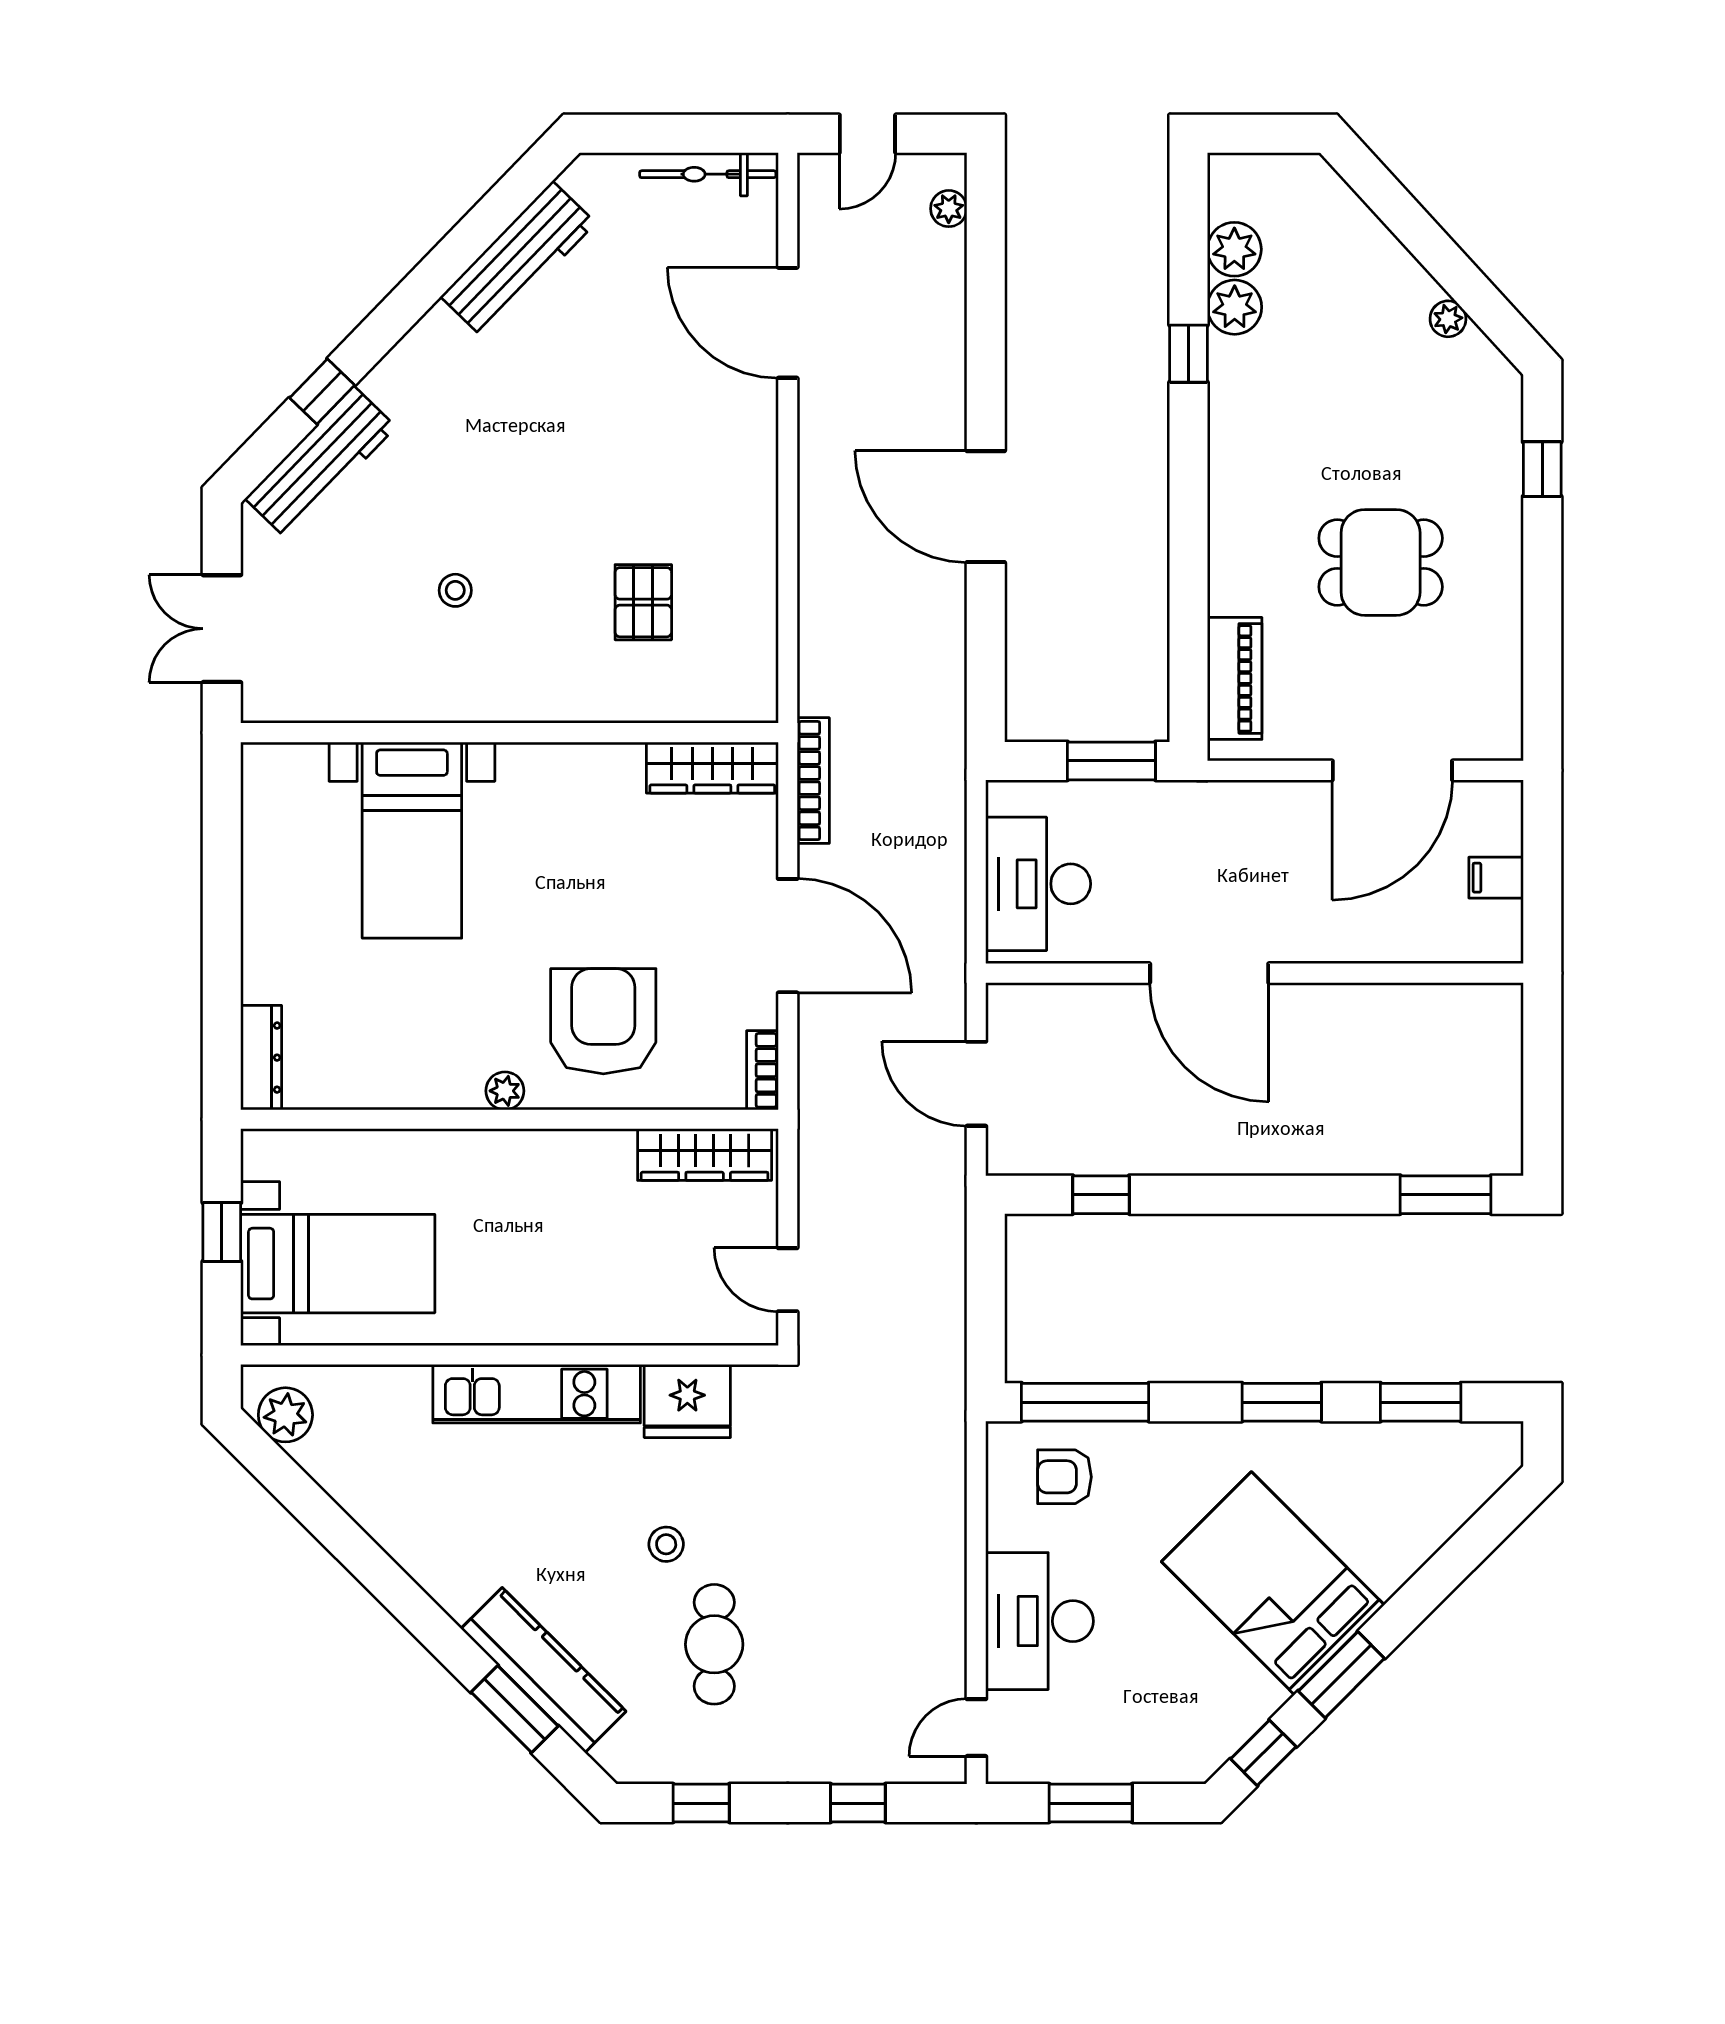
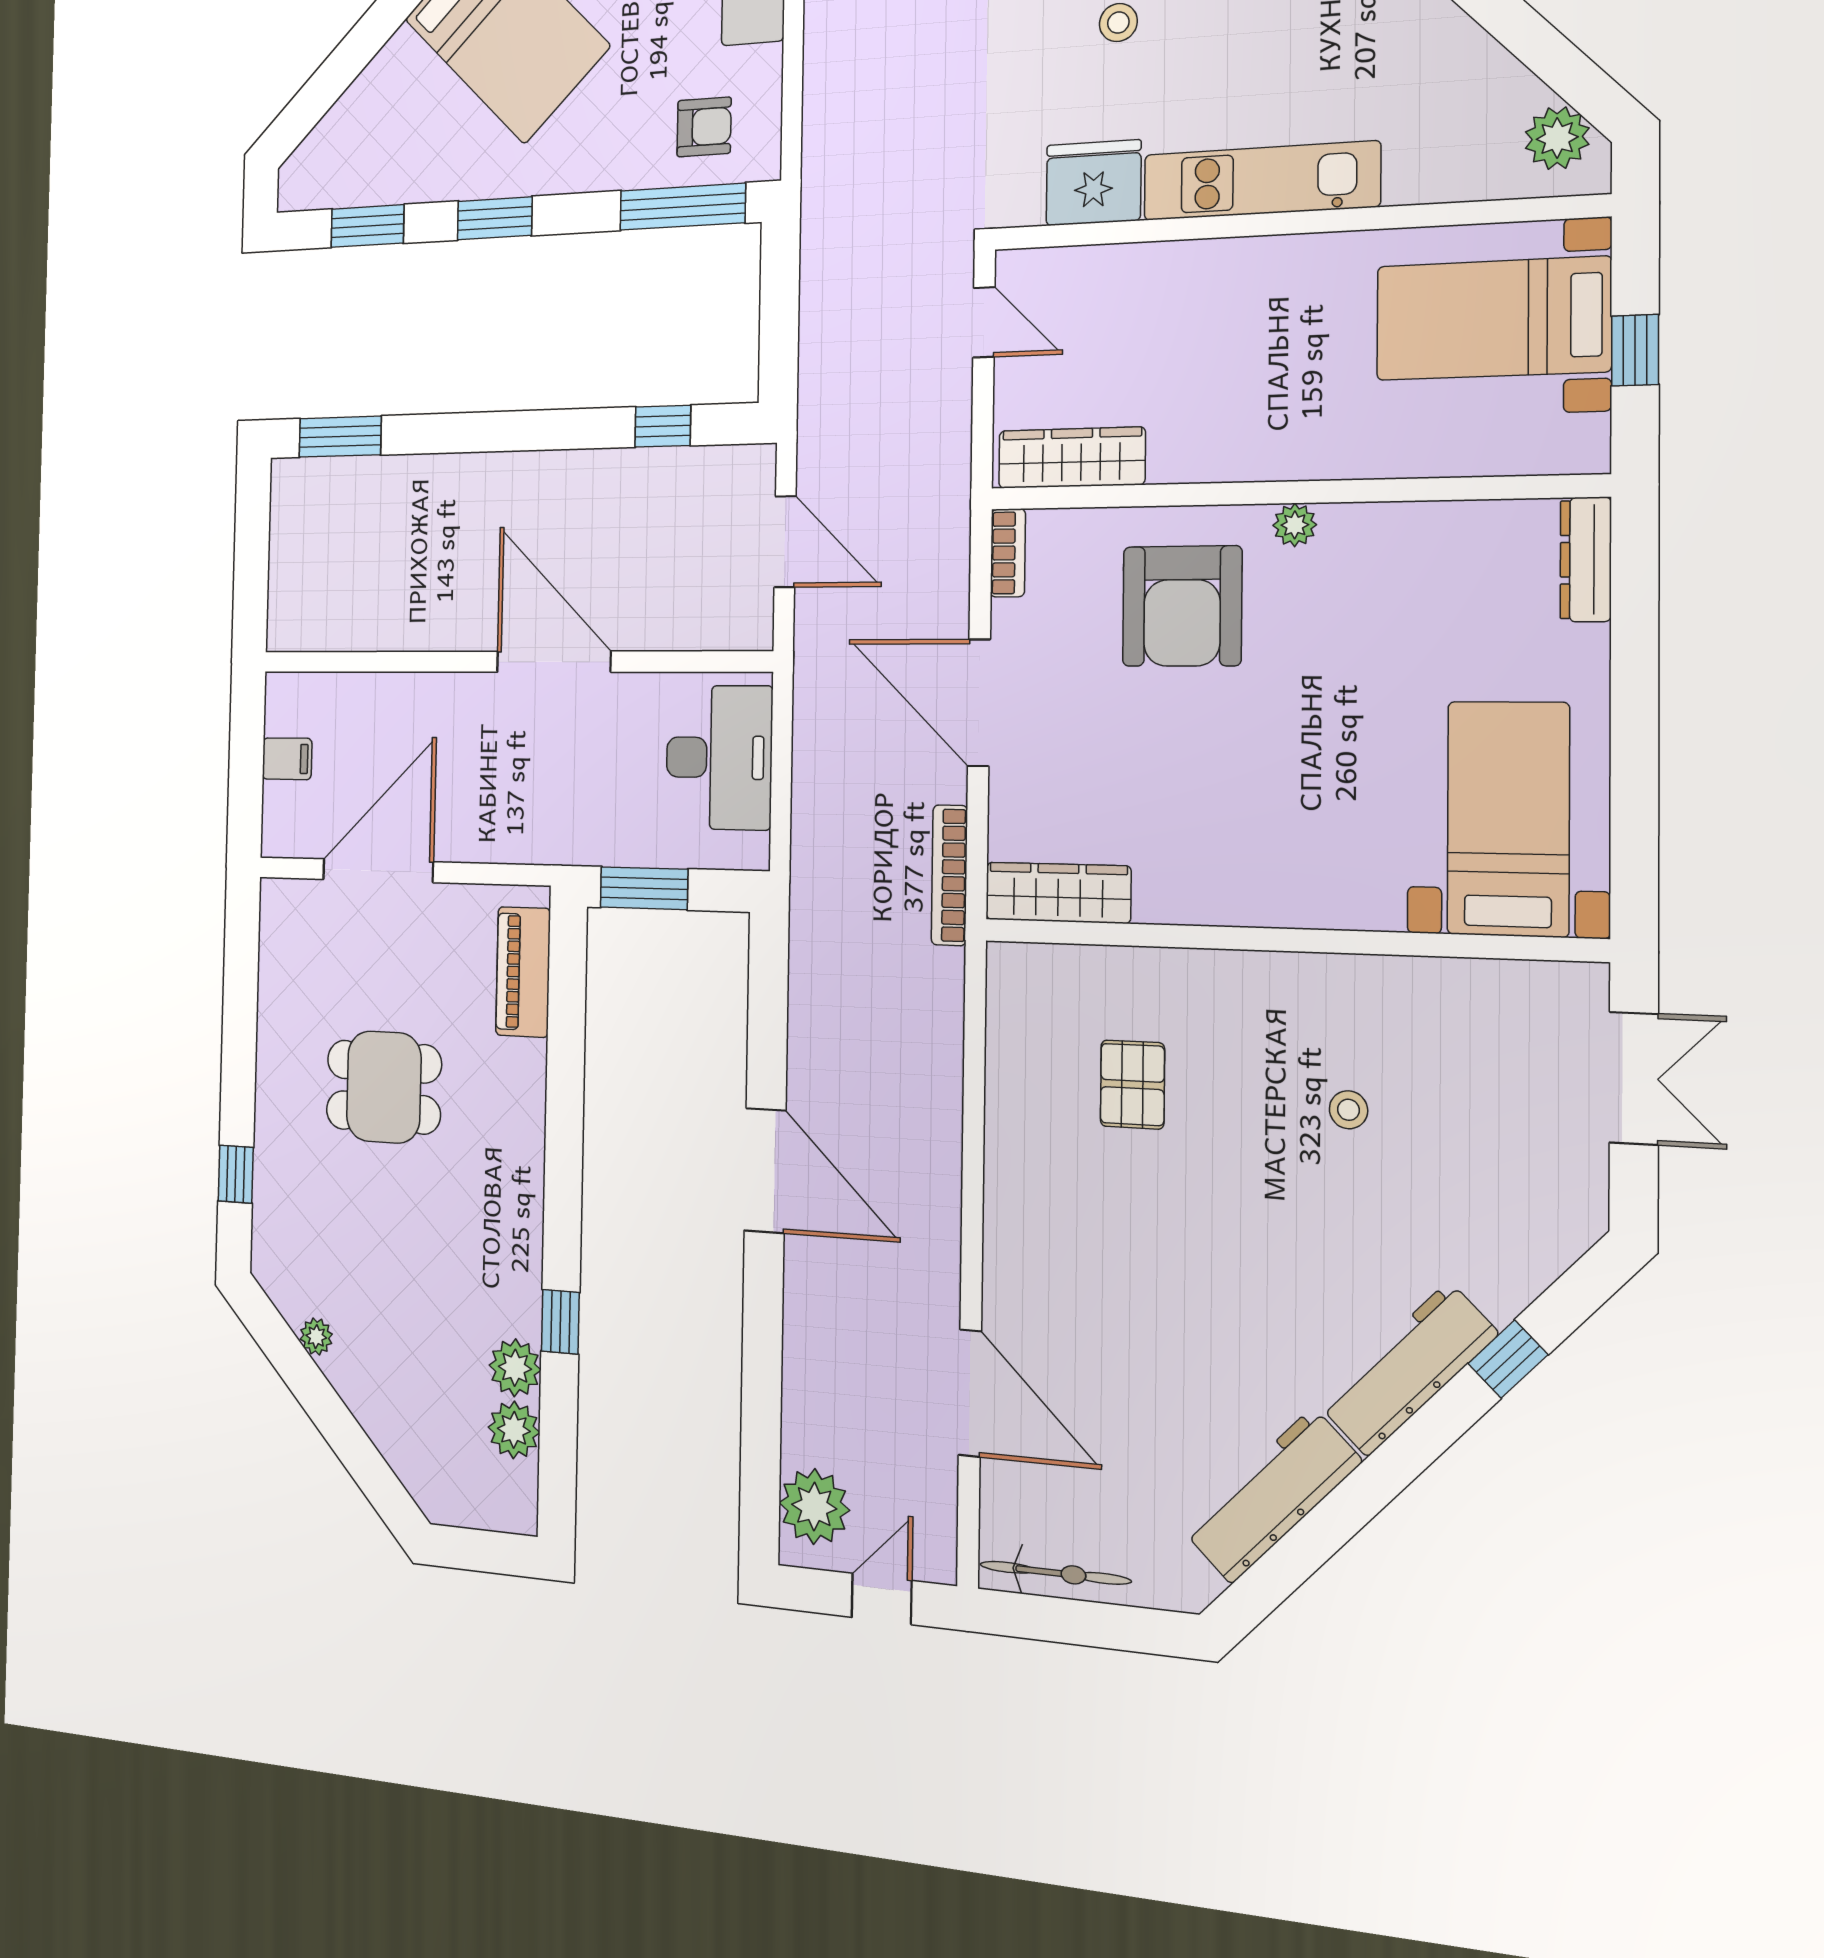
plant: (949, 209) -> (814, 1507), width x1.87, depth x1.87
workbench: (320, 463) -> (1408, 1369), moved
bed with nightstands: (412, 840) -> (1508, 819), moved

